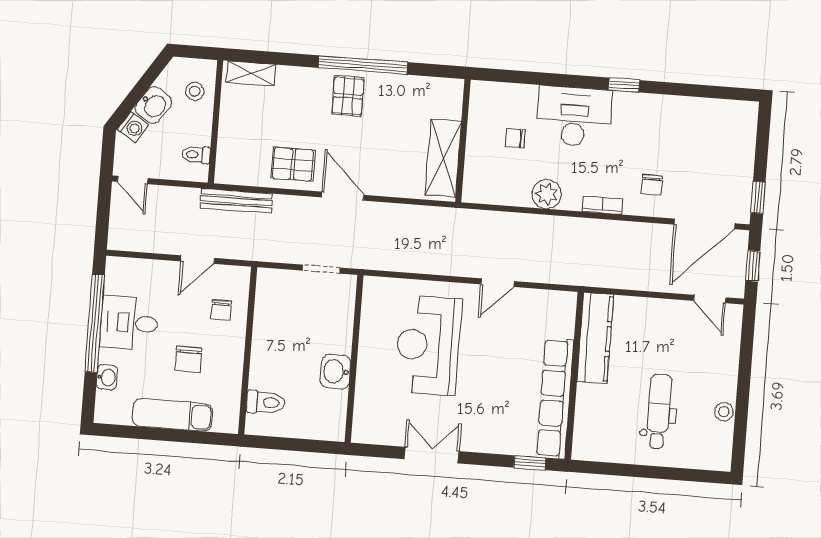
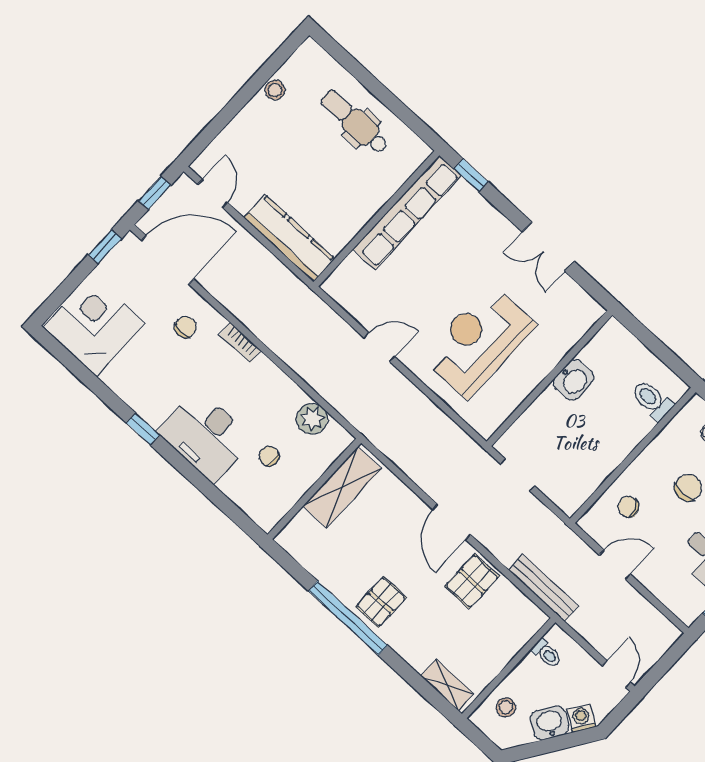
corner desk: (720, 133) -> (94, 325), added
chair: (515, 138) -> (269, 456), turned 180
pallet: (293, 164) -> (472, 581), turned 90
plant: (547, 194) -> (312, 419), moved
chair: (221, 310) -> (628, 507), turned -113
kitchen counter: (595, 338) -> (289, 238), moved, turned 90
reception desk: (428, 345) -> (479, 341), turned 180
dental chair: (659, 411) -> (354, 122), moved, turned 90

